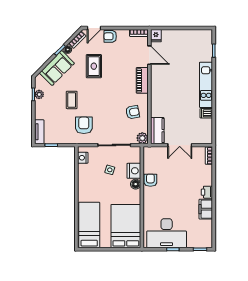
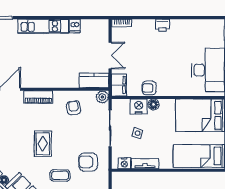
rug: (94, 66) -> (43, 144), moved, turned 90
tv unit: (82, 176) -> (145, 164), added
filing cabinet: (206, 209) -> (119, 85), moved, turned -90

